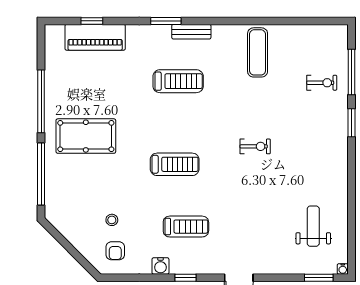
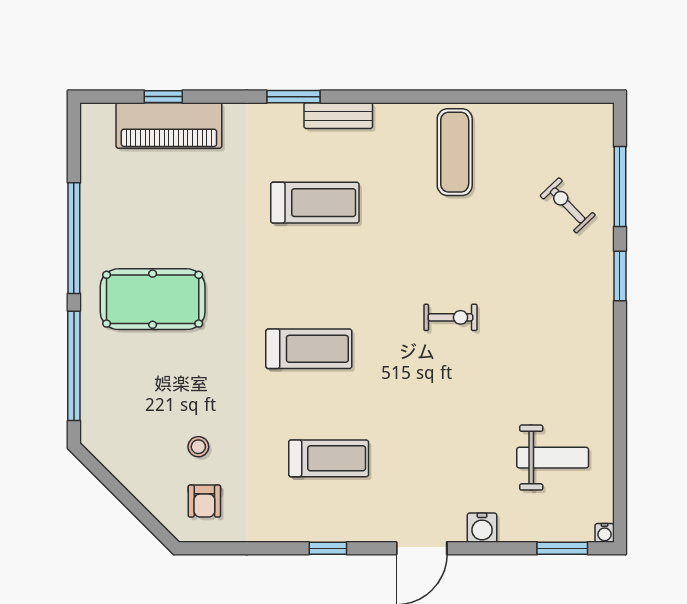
exercise bike: (322, 83) -> (568, 205), turned -134
weight bench: (313, 226) -> (553, 458), turned 90
water cooler: (160, 266) -> (482, 528), moved

